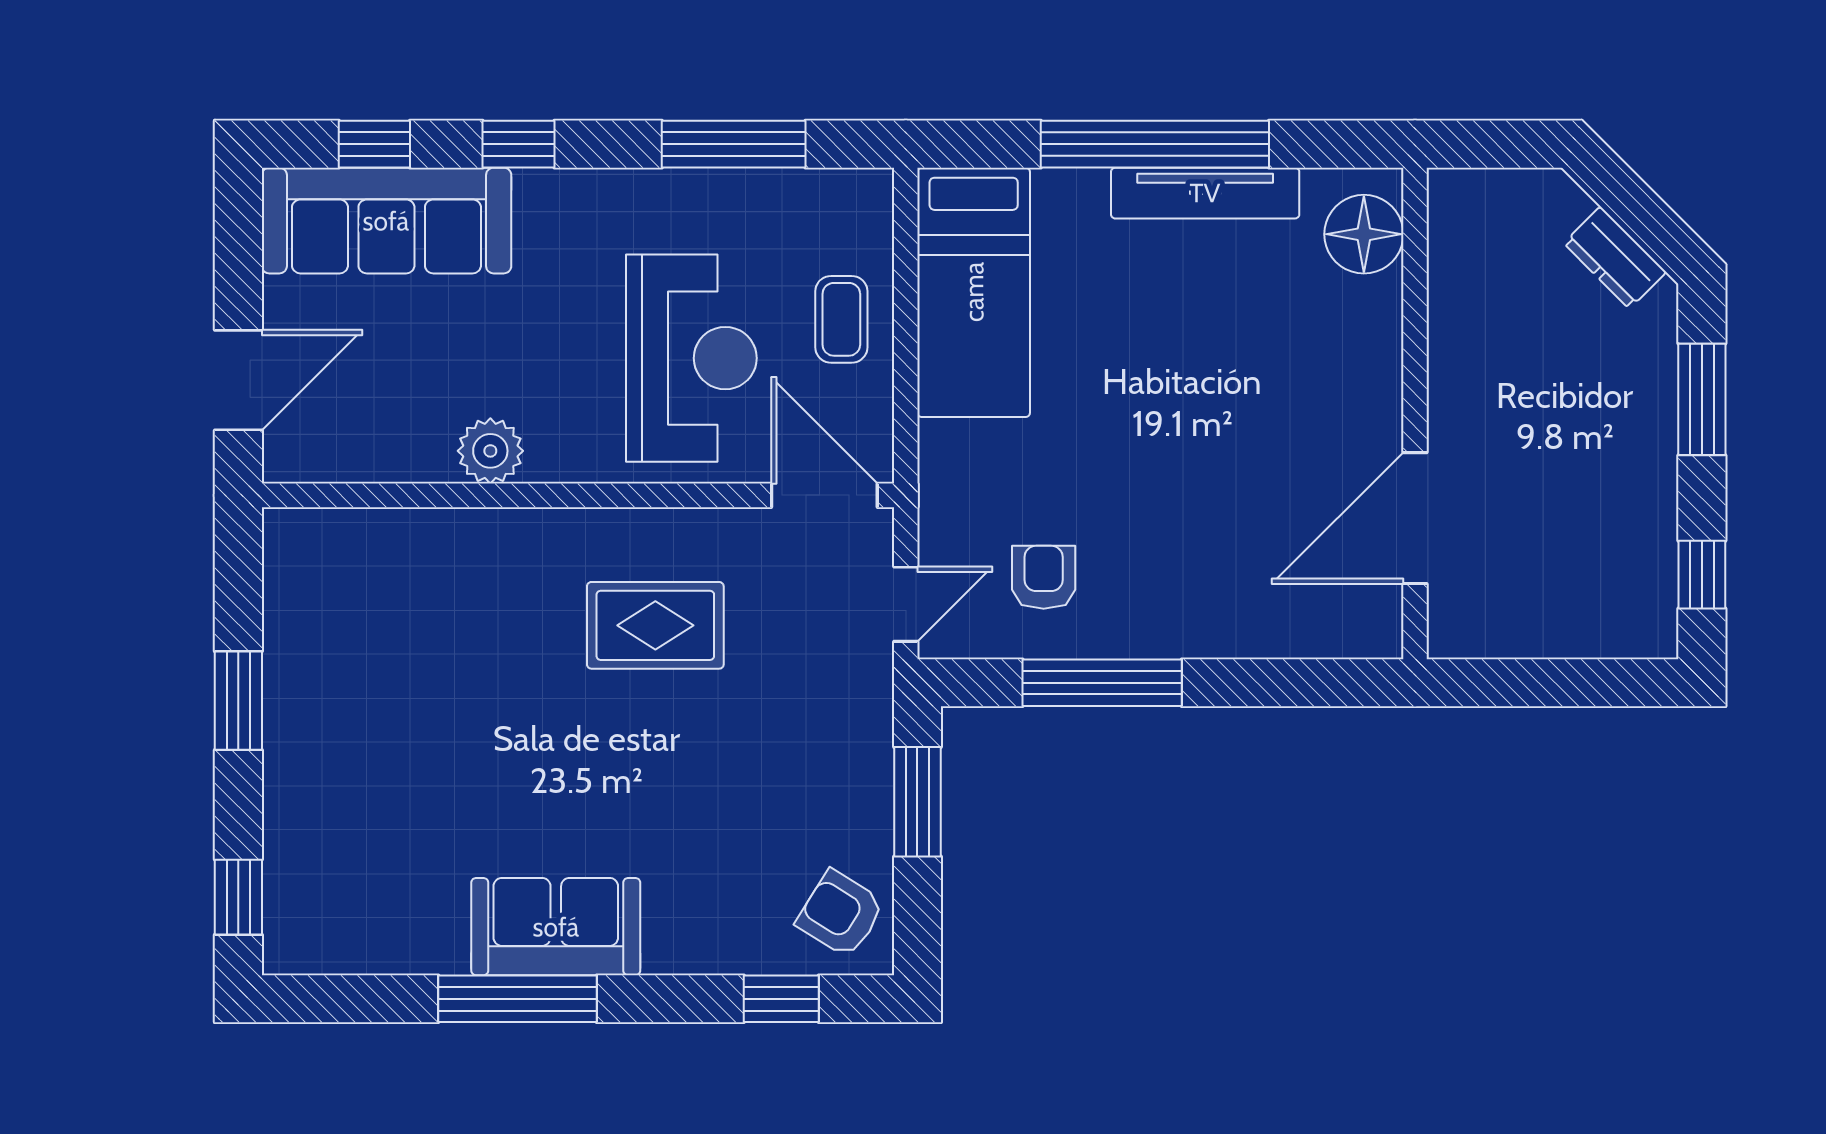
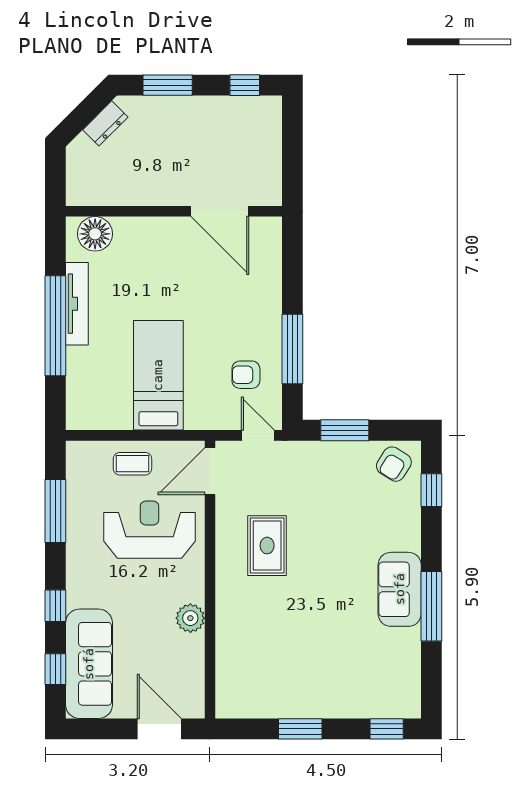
bed: (974, 292) -> (158, 375), moved, turned -90

